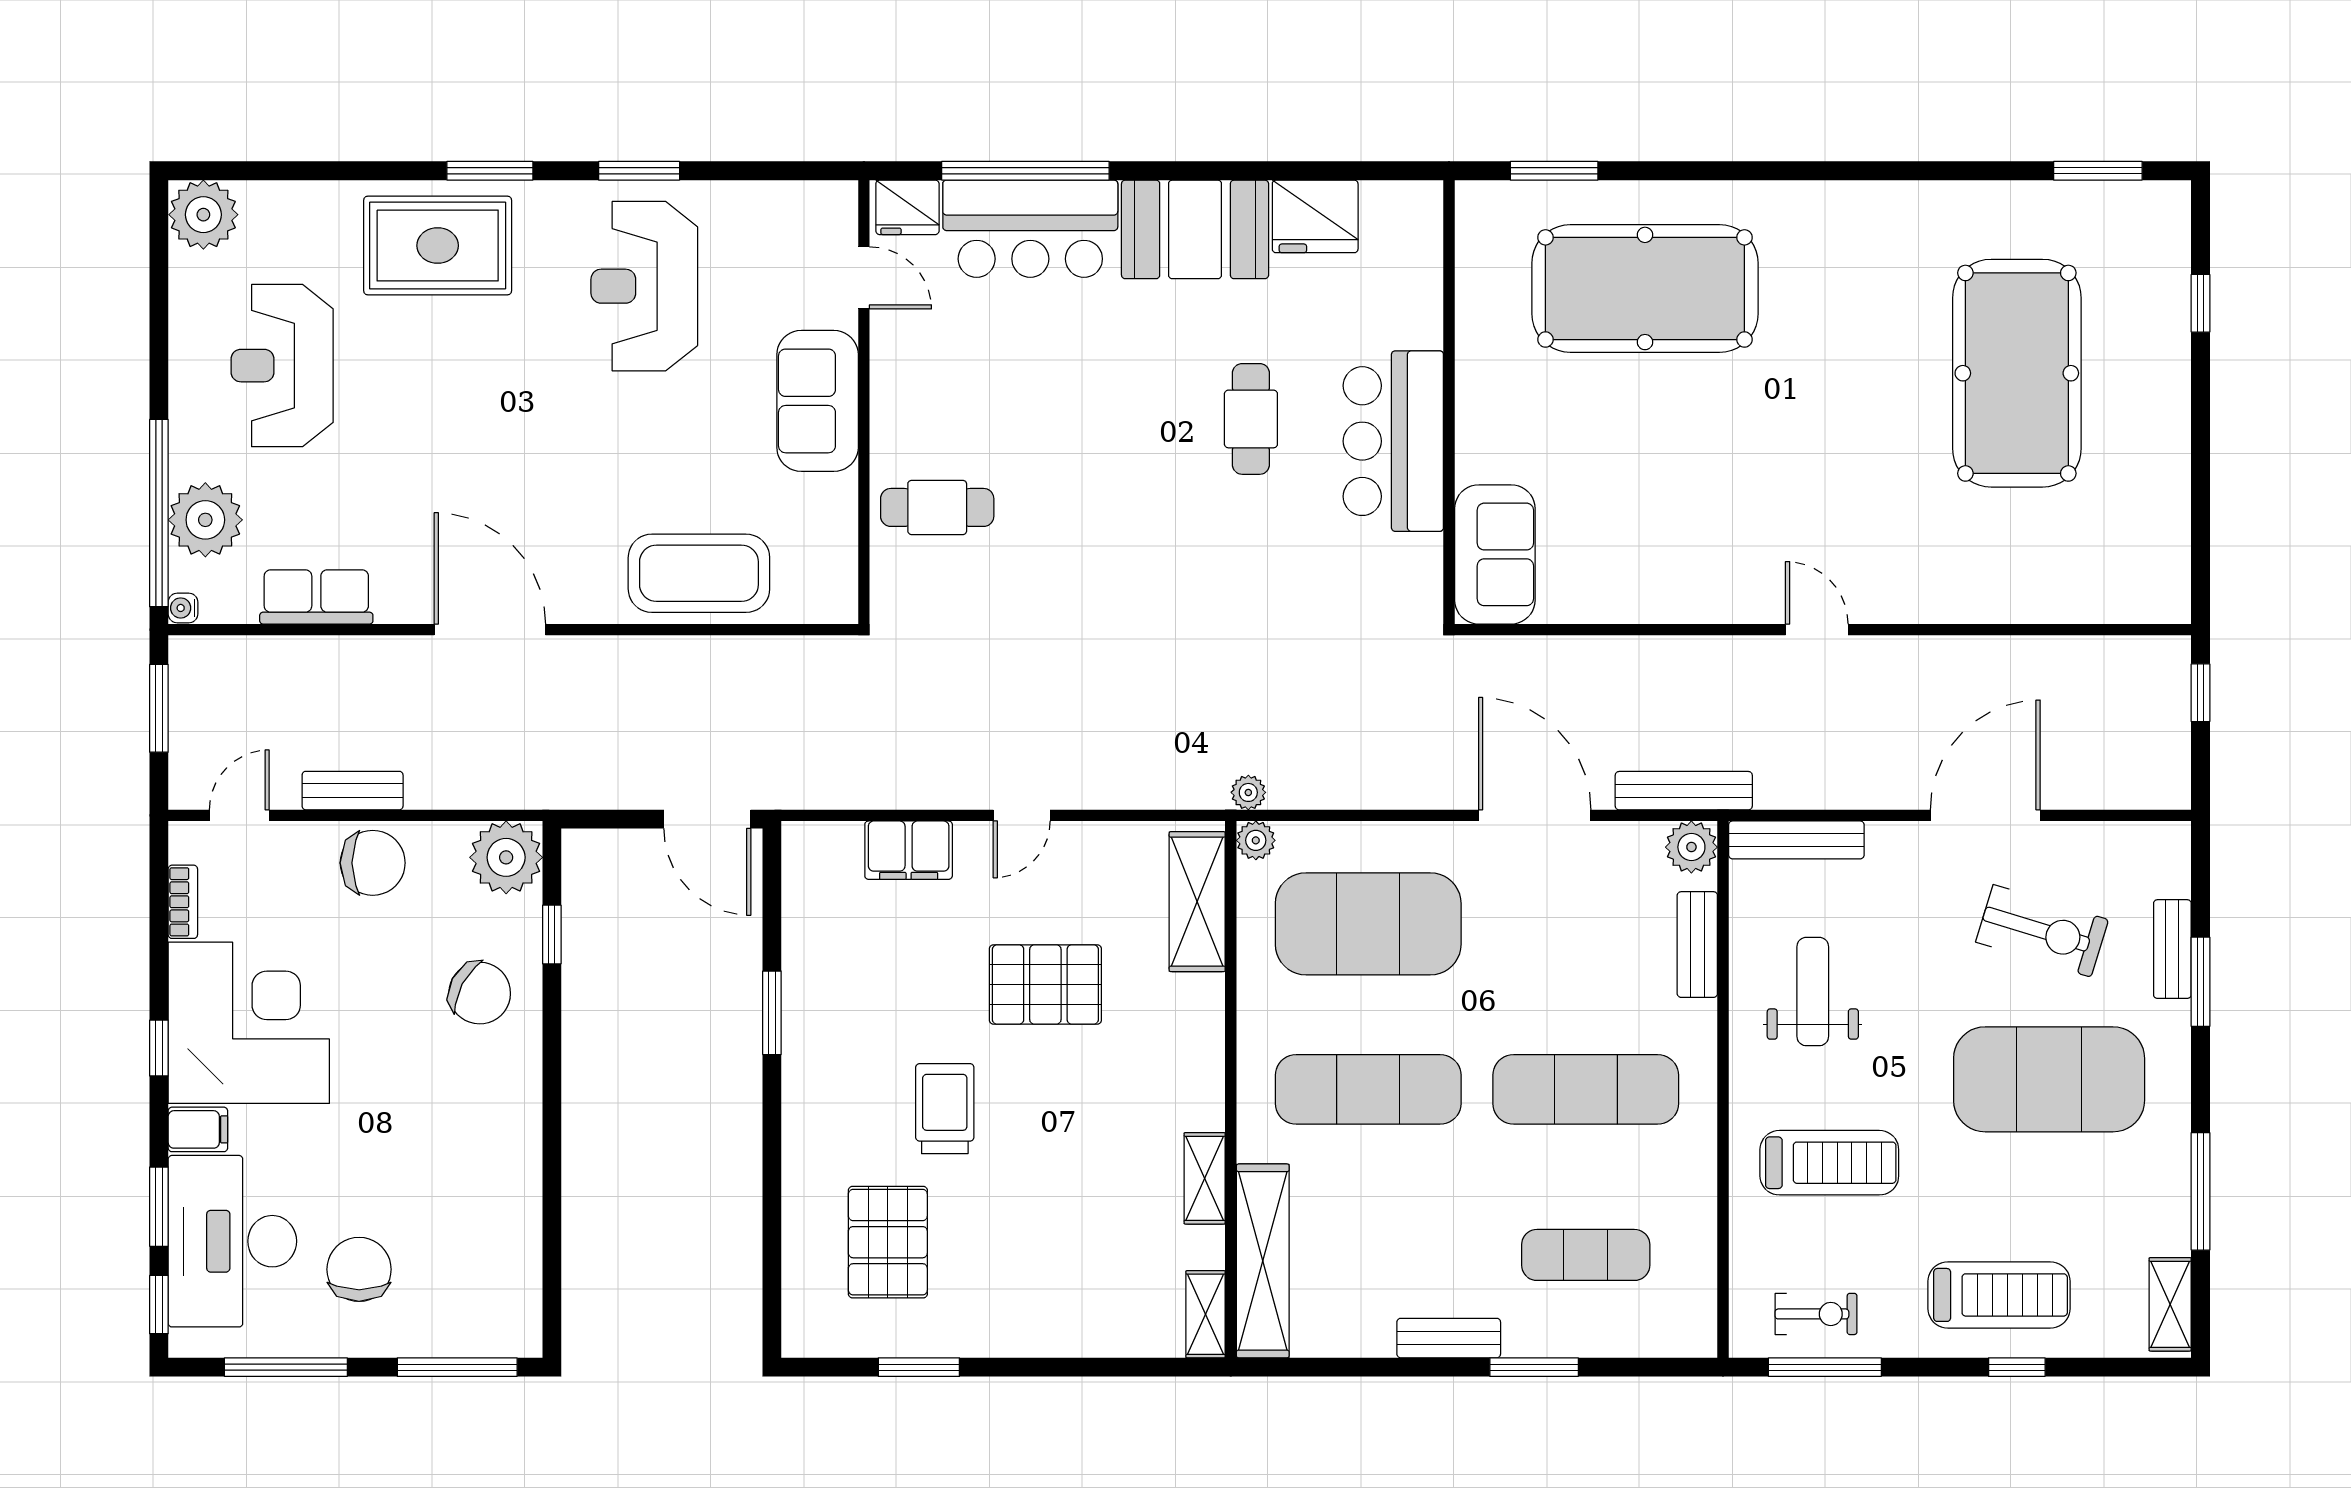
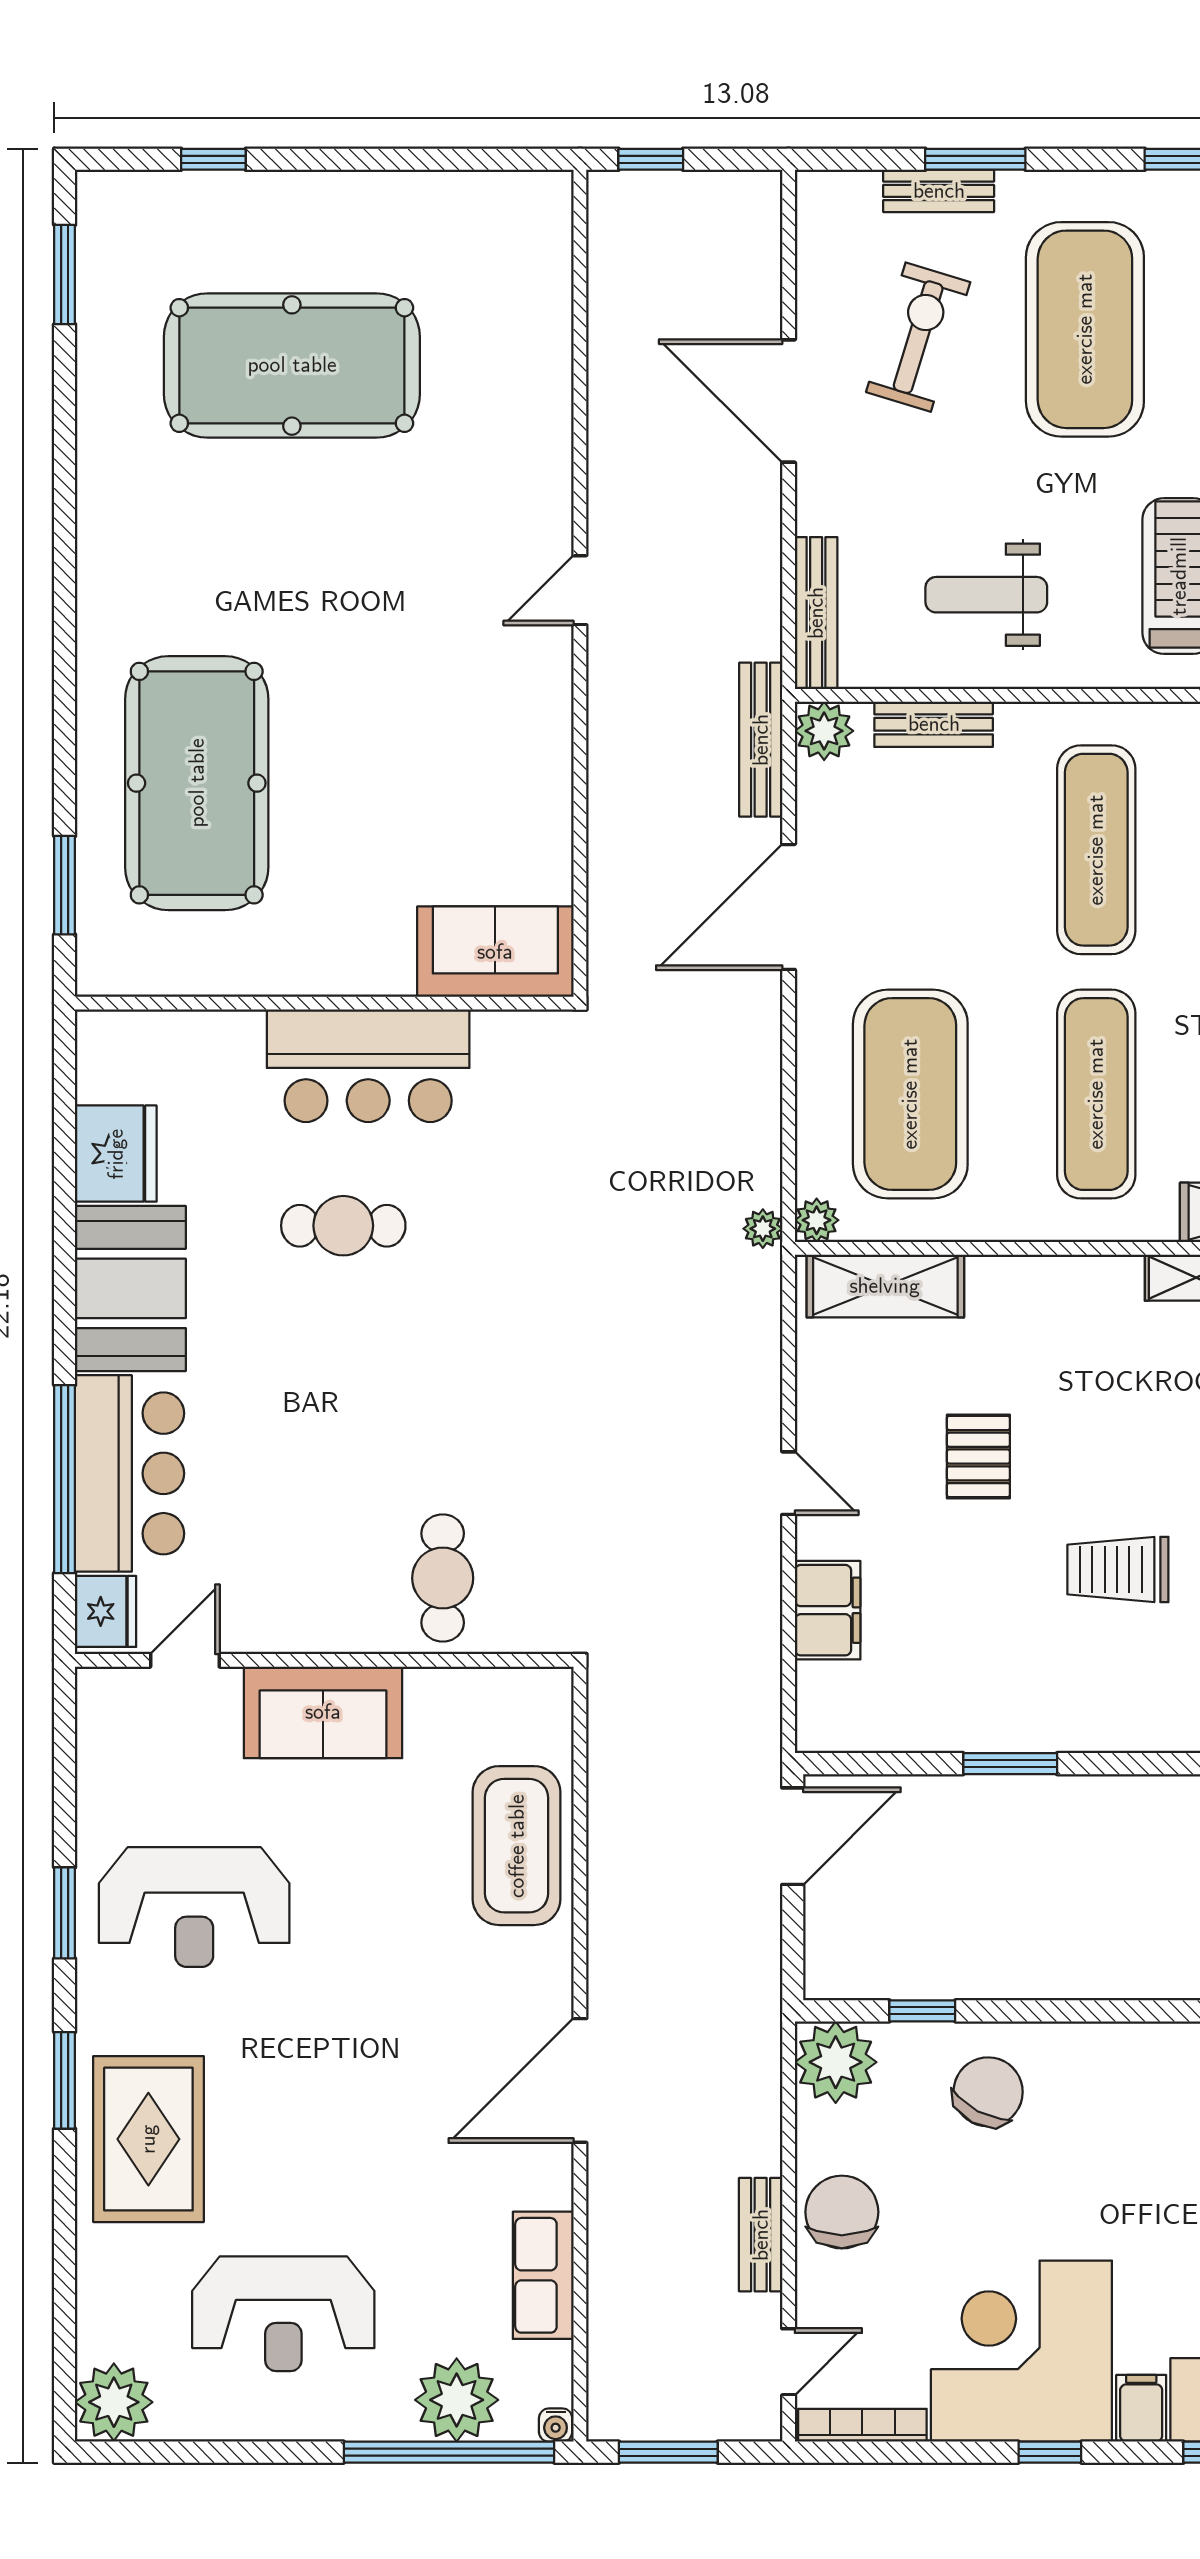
door: (239, 815) -> (789, 2362), swing flipped
bookcase: (183, 902) -> (862, 2425), width x1.56
pallet: (1045, 984) -> (978, 1457), width x0.67, depth x0.71

